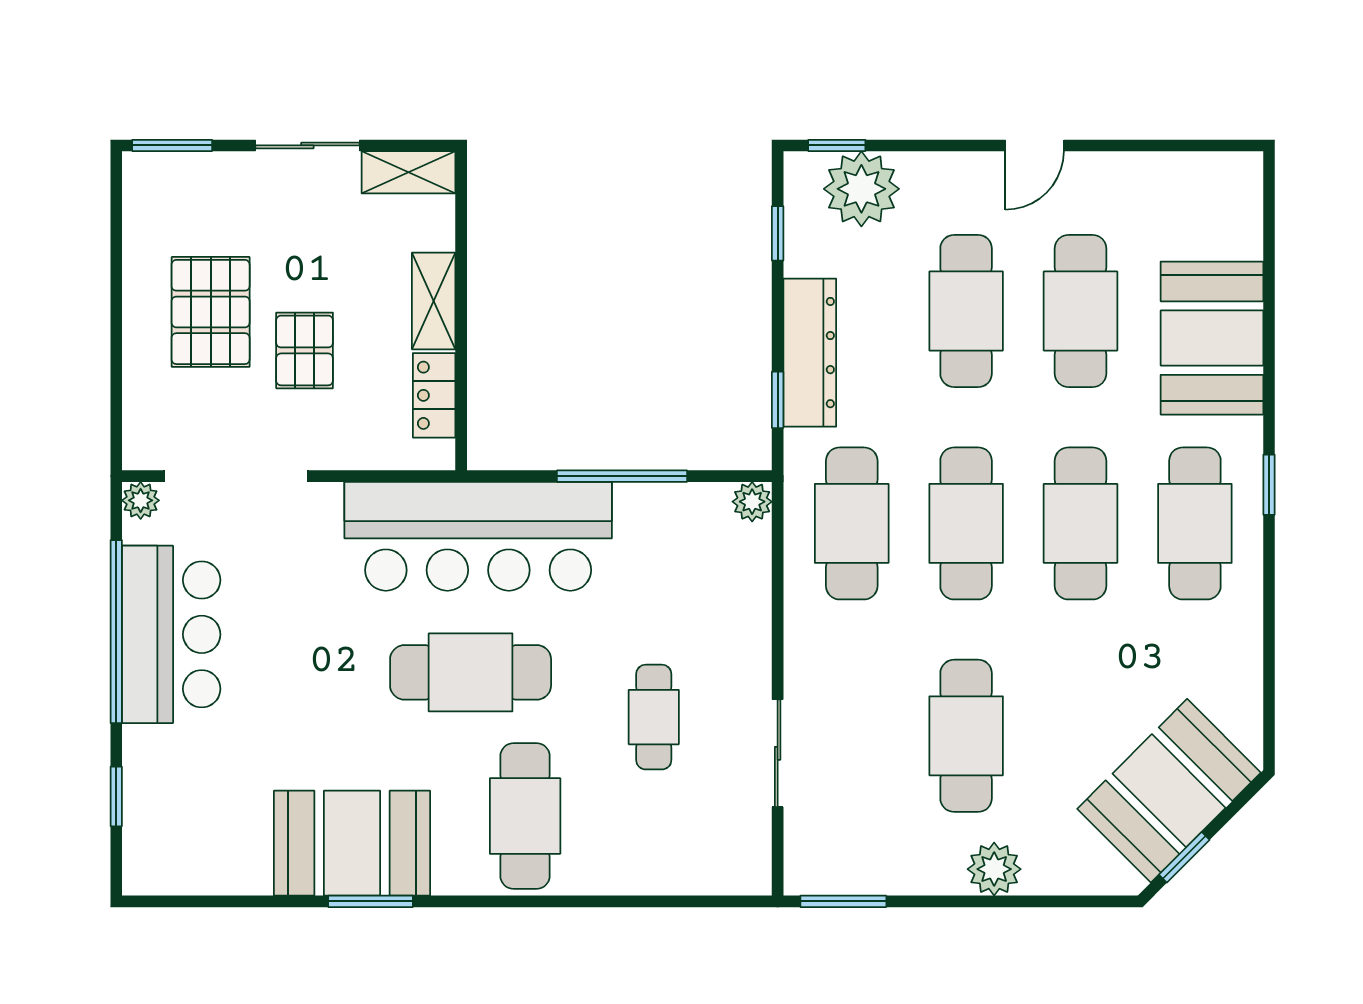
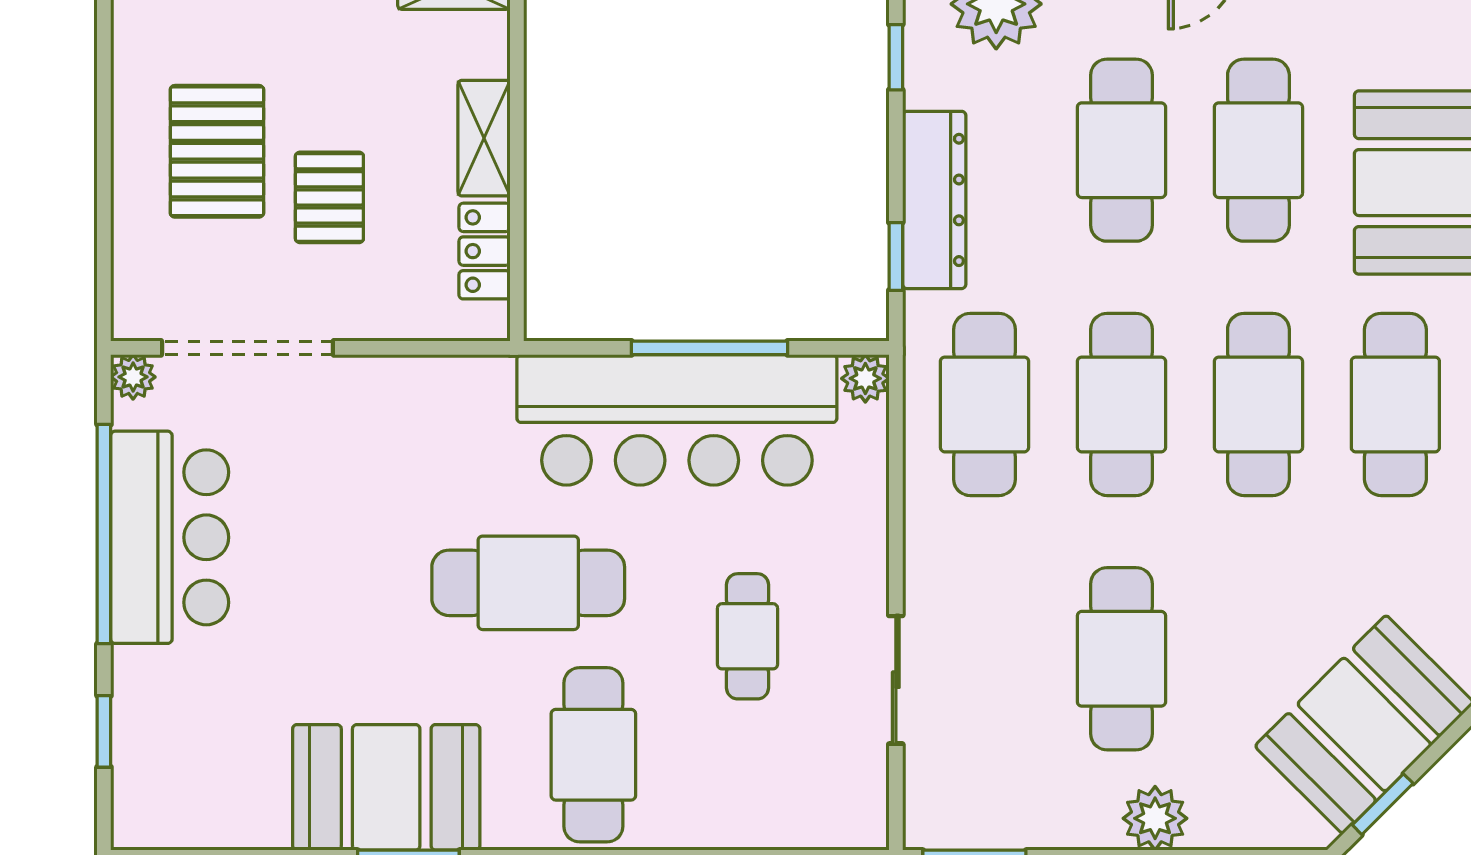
bar counter: (478, 536) -> (677, 420), moved

